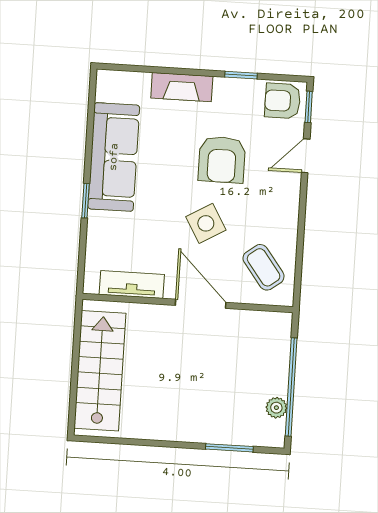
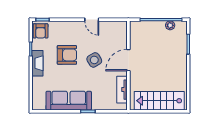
fireplace: (182, 87) -> (37, 63), moved
door: (306, 156) -> (92, 20), moved
coffee table: (264, 267) -> (111, 34), removed

